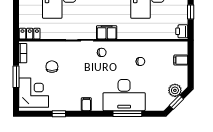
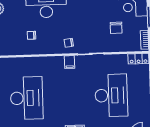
filing cabinet: (107, 32) -> (70, 62), width x0.50

